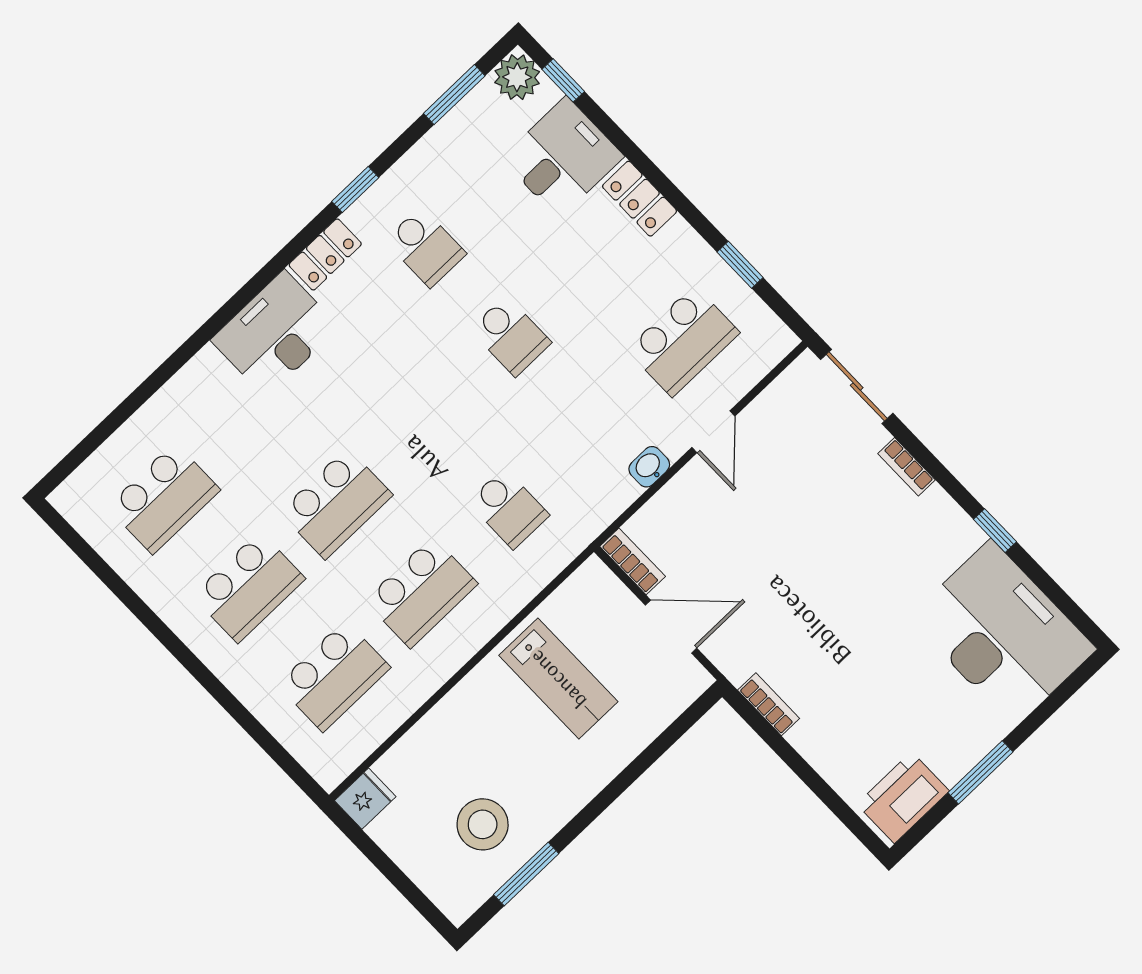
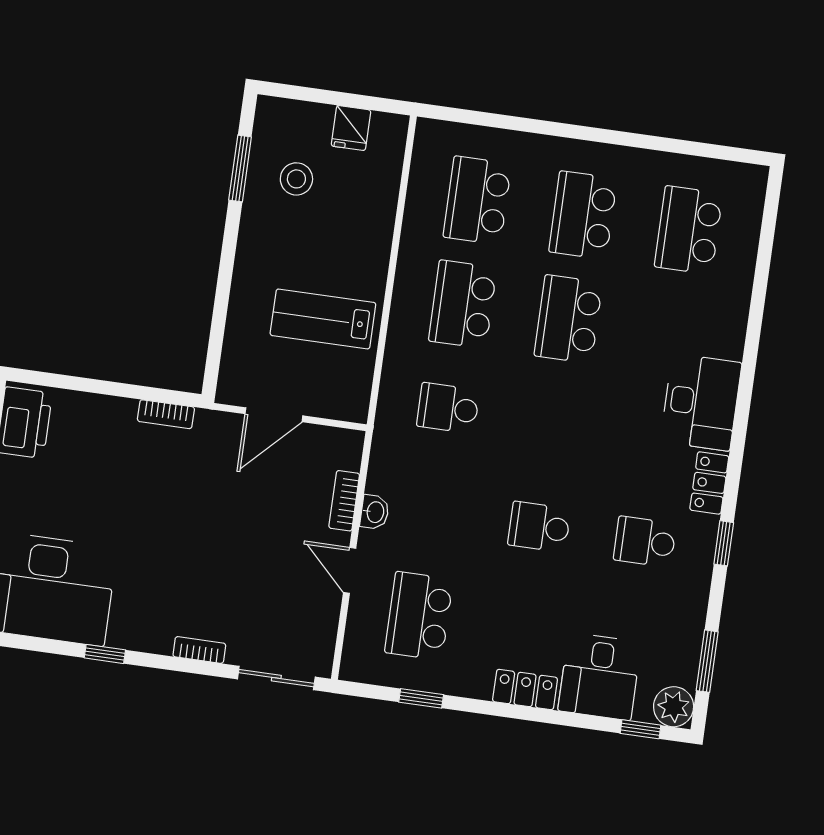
bookcase: (633, 561) -> (344, 501), moved, turned 90
fridge: (365, 799) -> (351, 128), moved
stool: (483, 824) -> (296, 179), width x0.73, depth x0.73

